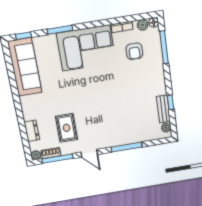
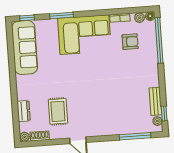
window: (164, 47) -> (159, 40), width x1.46
armchair: (134, 51) -> (130, 42), turned -90
window: (170, 102) -> (164, 113), moved
window: (127, 147) -> (135, 136), moved
window: (57, 159) -> (46, 143), removed

